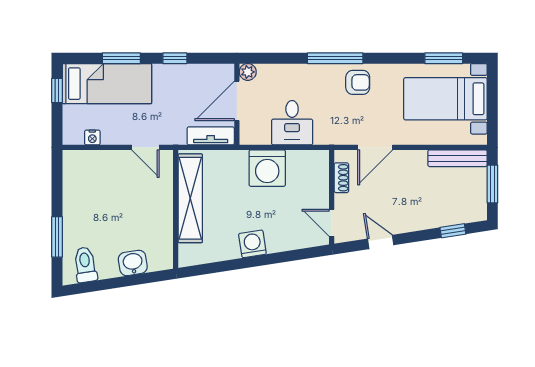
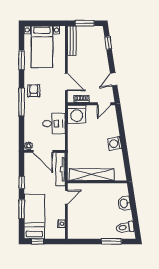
window: (444, 58) -> (22, 60), moved
tv unit: (211, 136) -> (61, 169), width x1.41
washing machine: (267, 168) -> (77, 114), moved, turned 90

